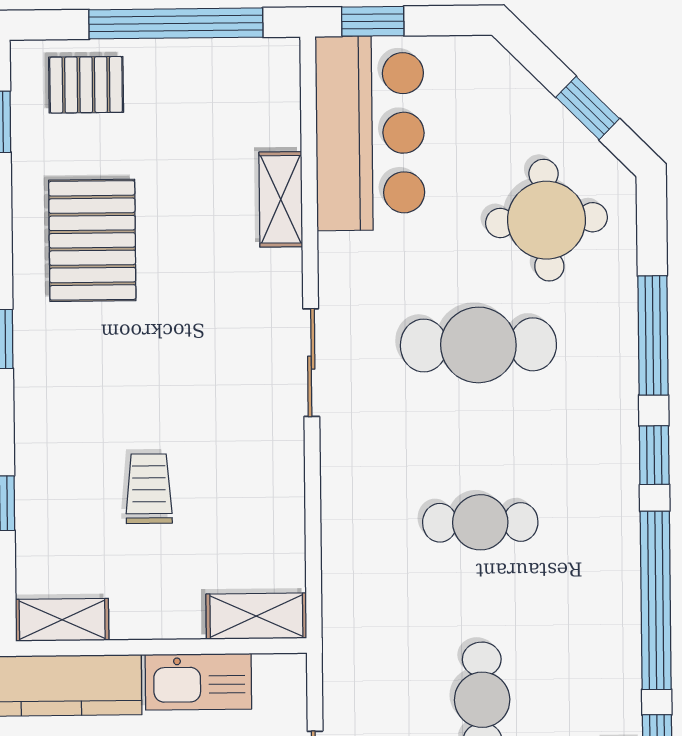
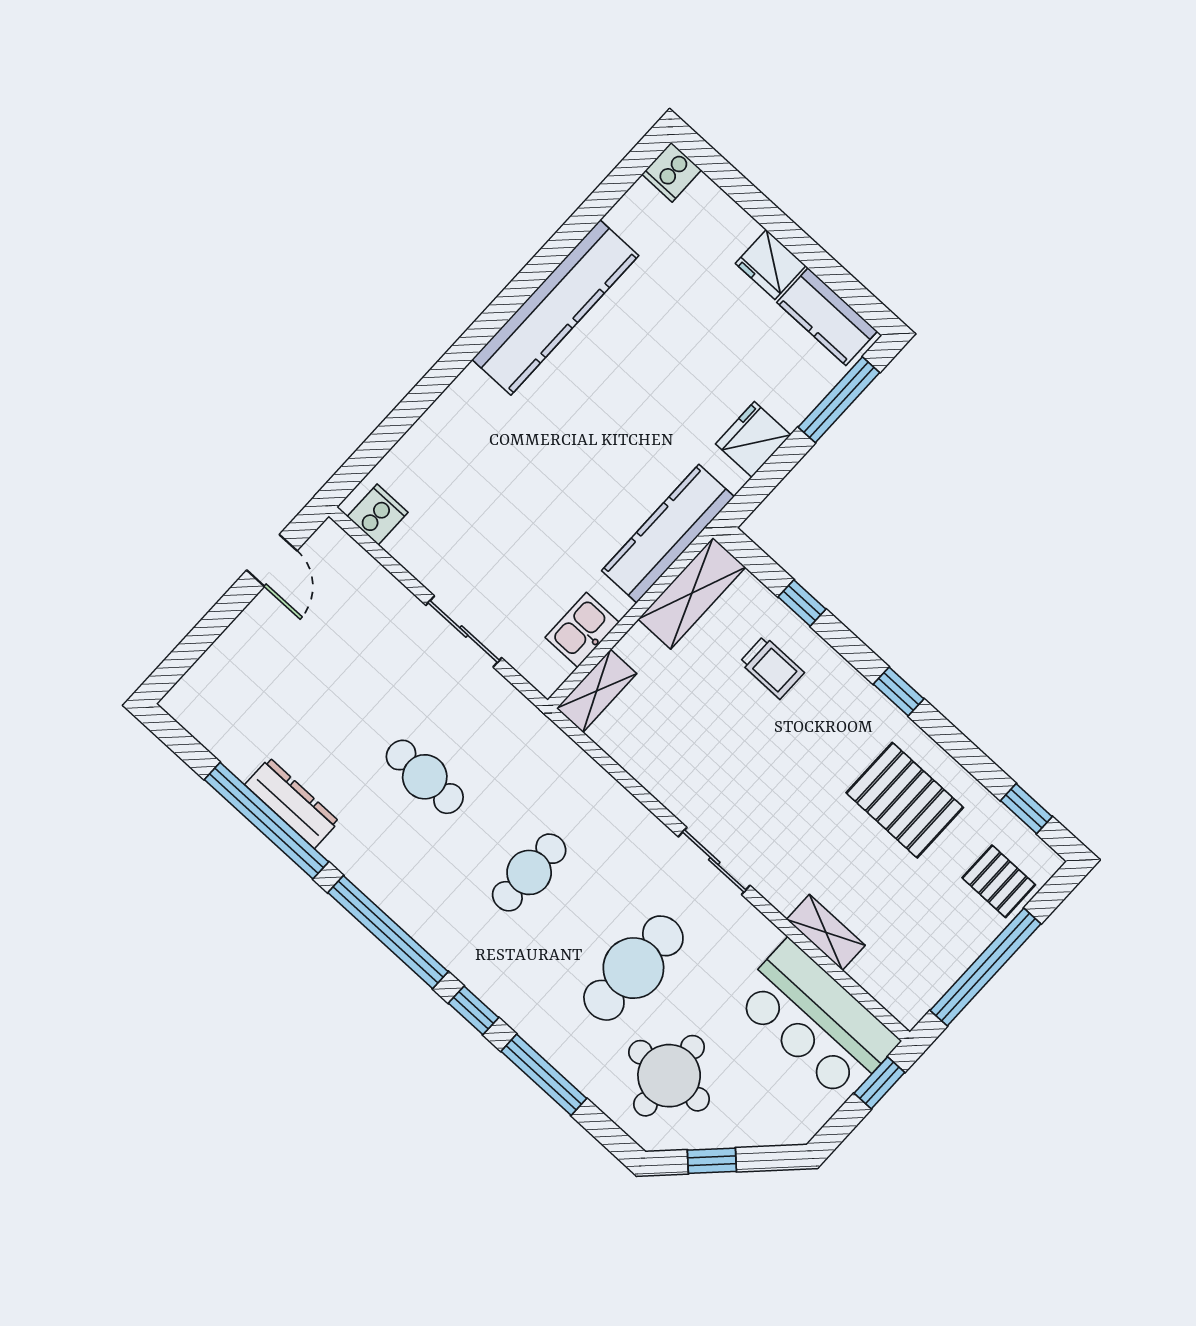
pallet: (86, 85) -> (999, 881), turned 90
trolley: (149, 489) -> (772, 667), moved
shelving: (62, 620) -> (692, 593), width x1.50, depth x1.33
kitchen sink: (198, 682) -> (582, 630), width x0.73

